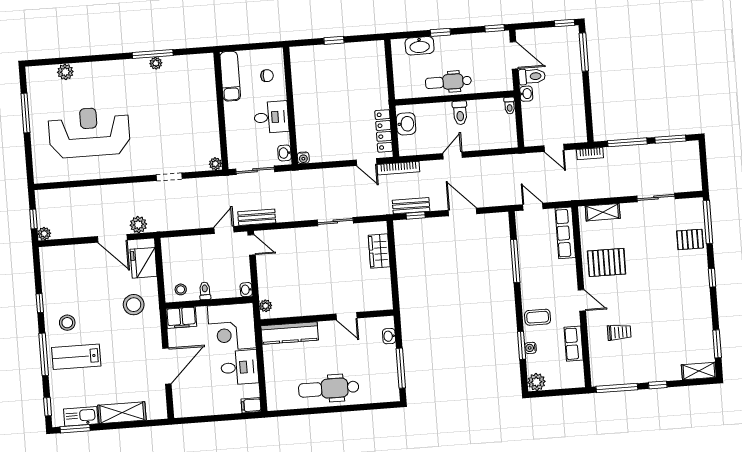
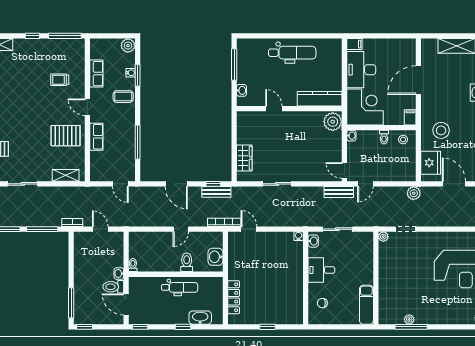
exam couch: (230, 76) -> (366, 305), moved
wall: (221, 111) -> (376, 278), moved
toilet: (460, 113) -> (187, 262), moved
locker: (384, 131) -> (234, 297), moved
plant: (215, 164) -> (383, 237), moved
plant: (138, 225) -> (414, 193), moved
row of seats: (565, 233) -> (96, 137), moved, width x0.68
plant: (266, 306) -> (333, 122), width x1.88, depth x1.88
filing cabinet: (181, 318) -> (410, 117), width x0.50
desk: (239, 367) -> (361, 70), width x1.37

